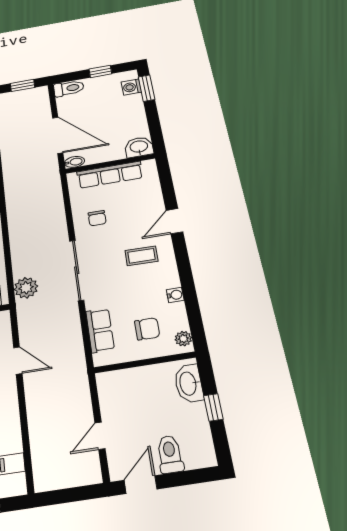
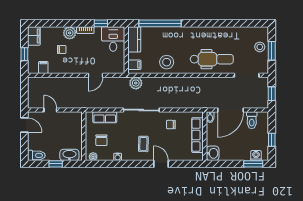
toilet: (69, 88) -> (252, 120), moved
toilet: (170, 454) -> (36, 155), moved

